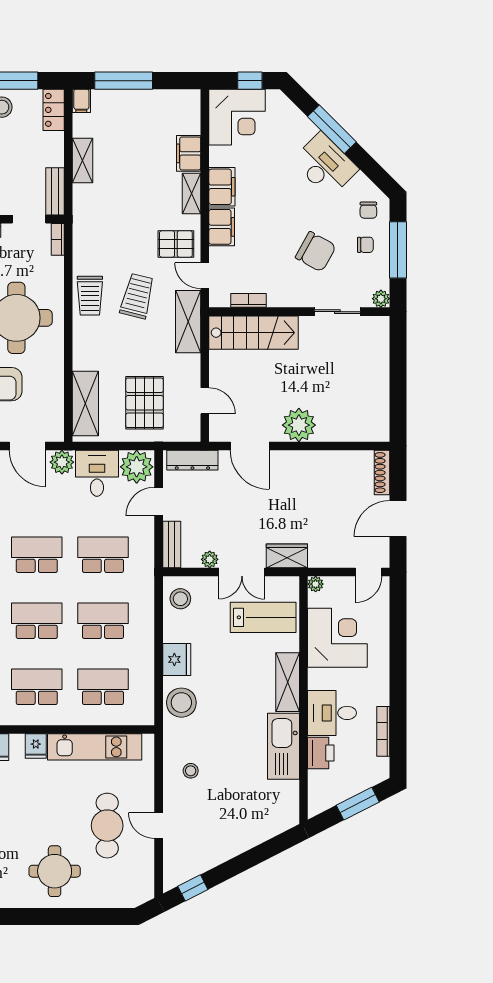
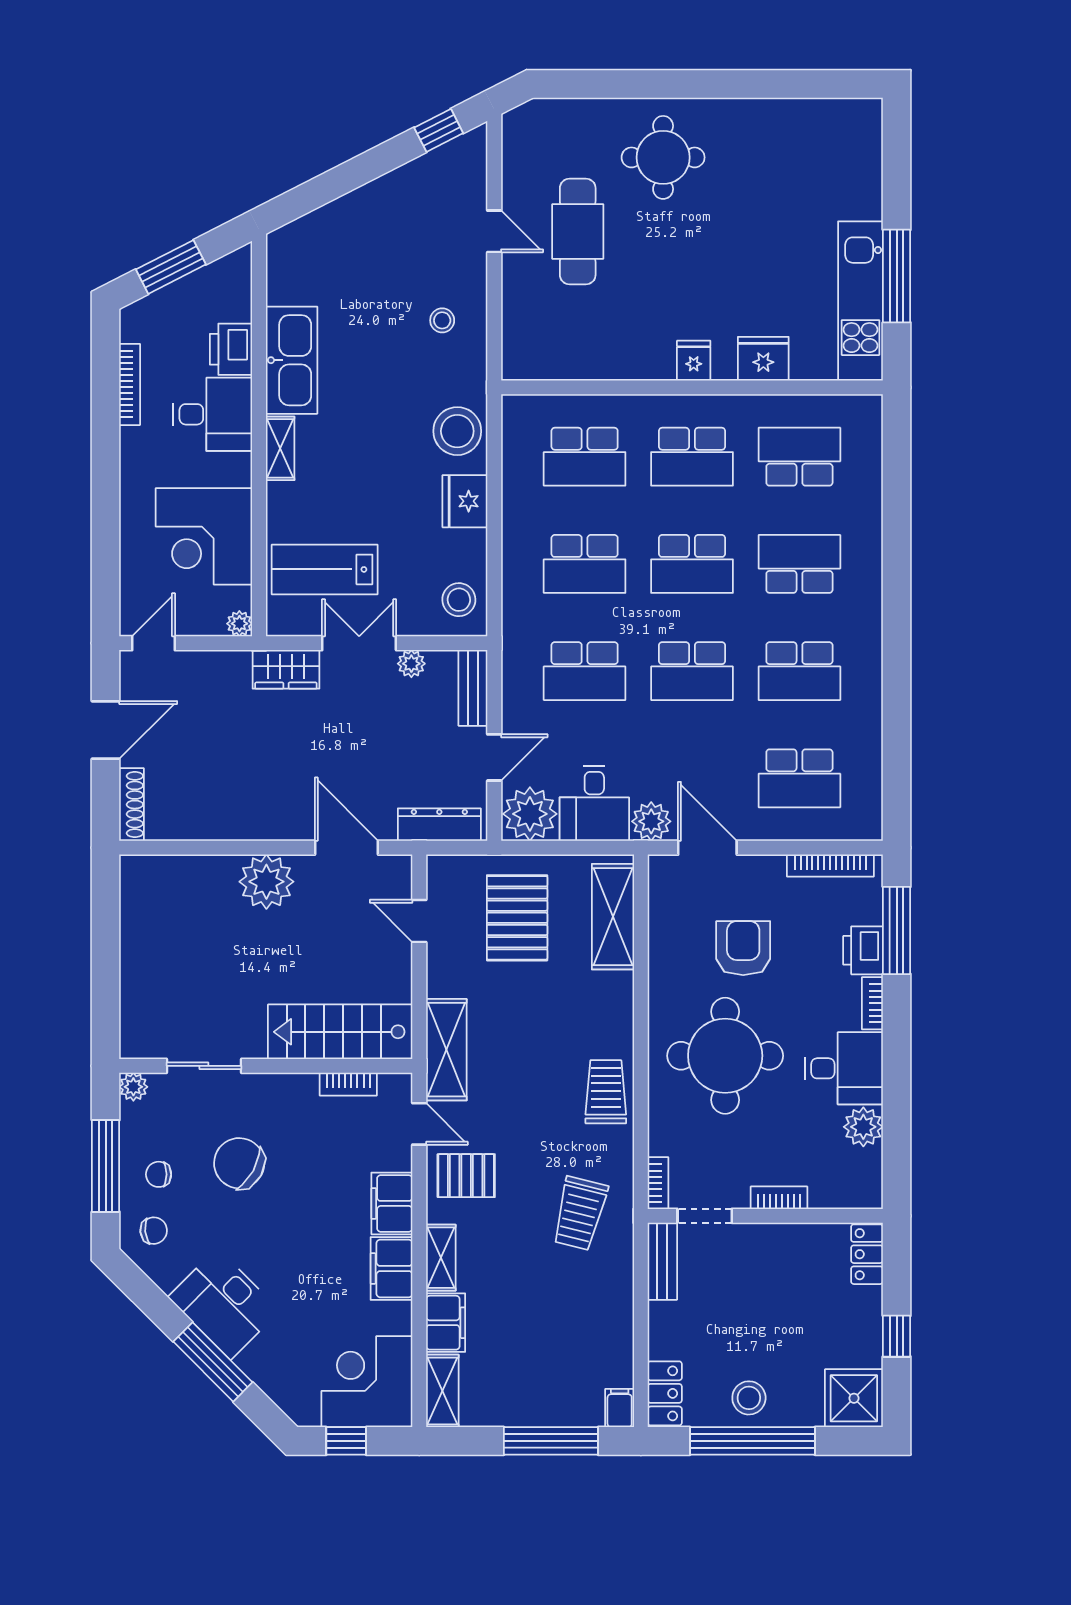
shelving: (83, 161) -> (442, 1391), moved
chair: (368, 210) -> (154, 1231), turned 84
trolley: (137, 296) -> (580, 1213), moved
shelving: (288, 682) -> (280, 448), width x0.67, depth x0.75
kitchen unit: (95, 747) -> (598, 359), removed

